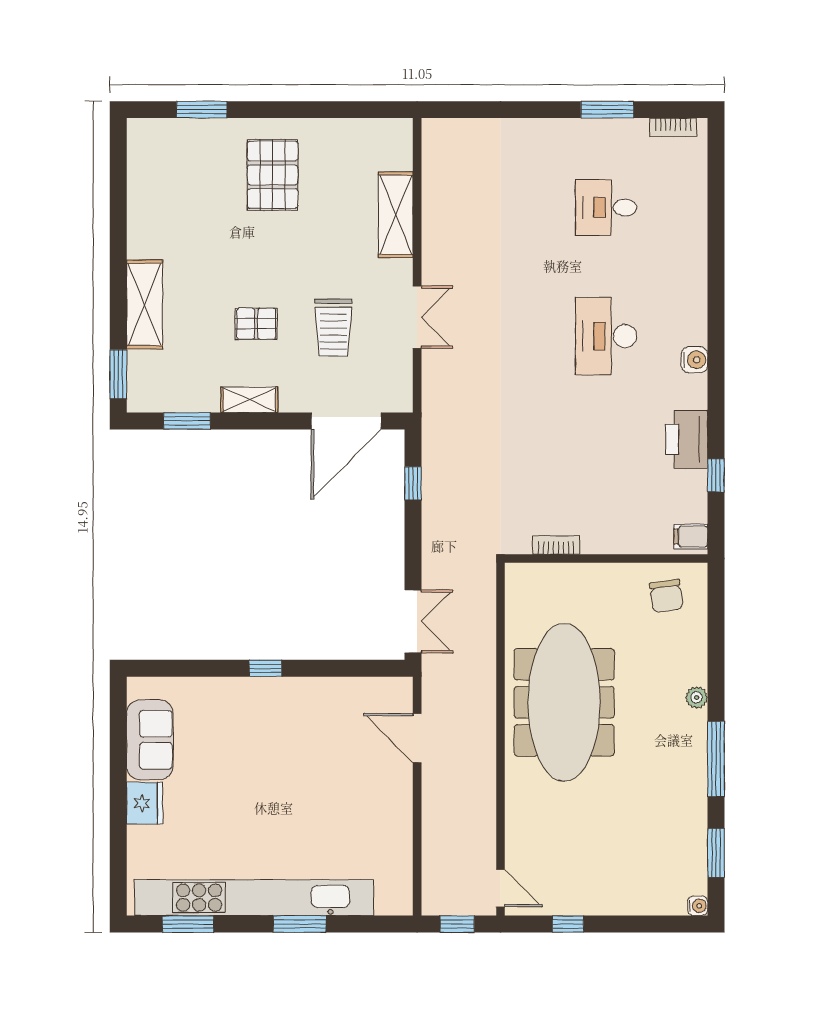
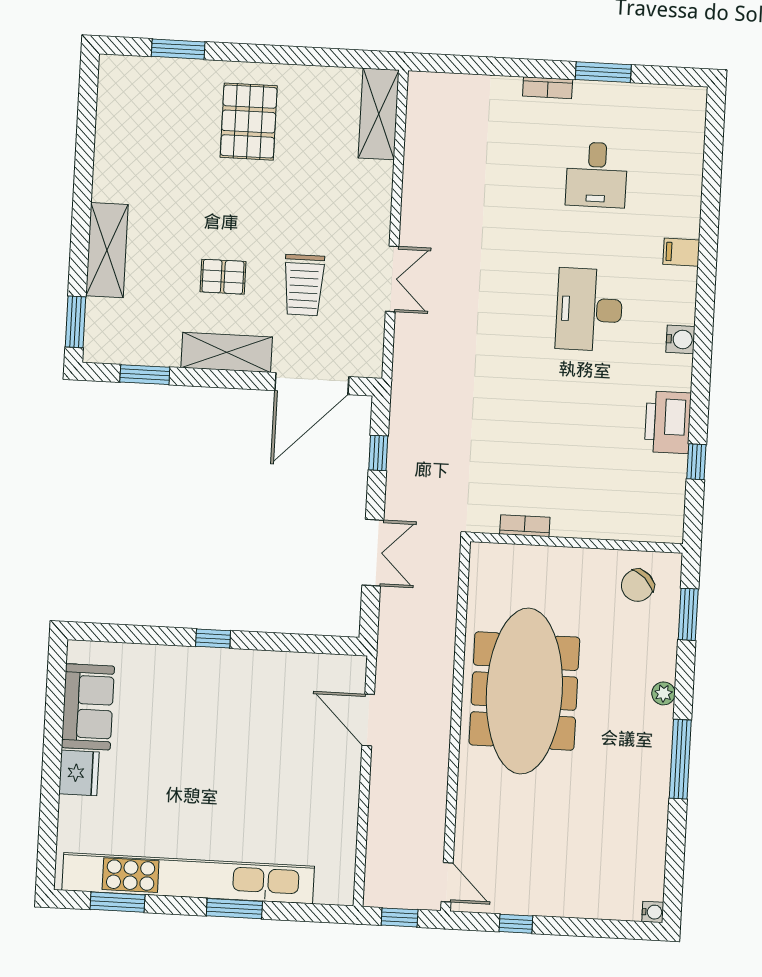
bookcase: (673, 127) -> (548, 88), moved
desk: (606, 208) -> (597, 175), turned -90
shelving: (396, 215) -> (379, 114), moved
shelving: (249, 400) -> (227, 352), width x1.50, depth x1.33
filing cabinet: (691, 537) -> (681, 252), moved
chair: (666, 596) -> (638, 585), turned 52
double door: (413, 621) -> (373, 553), moved
window: (716, 853) -> (688, 614), moved

